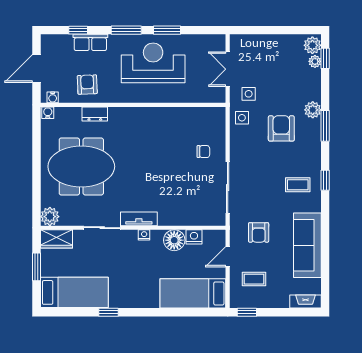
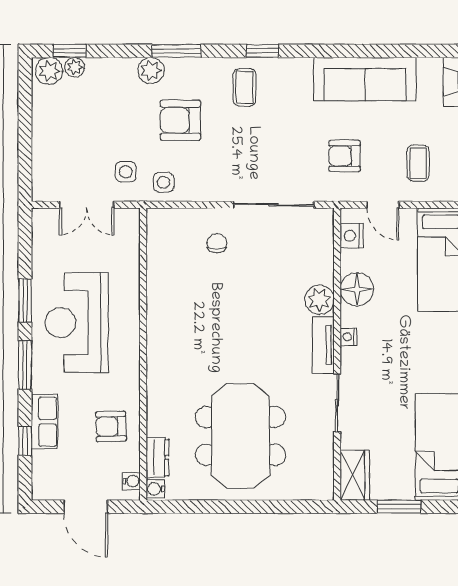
dresser: (95, 114) -> (157, 458), moved
coffee table: (298, 185) -> (244, 87), moved
plant: (50, 217) -> (319, 300), moved
armchair: (259, 232) -> (345, 156), turned 180
nightstand: (194, 237) -> (352, 236), moved

